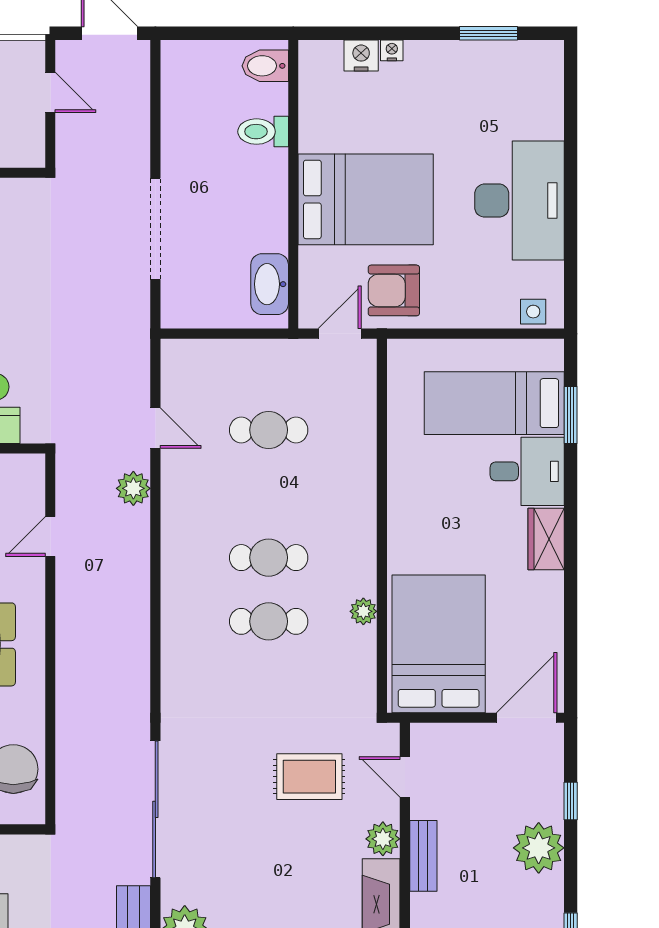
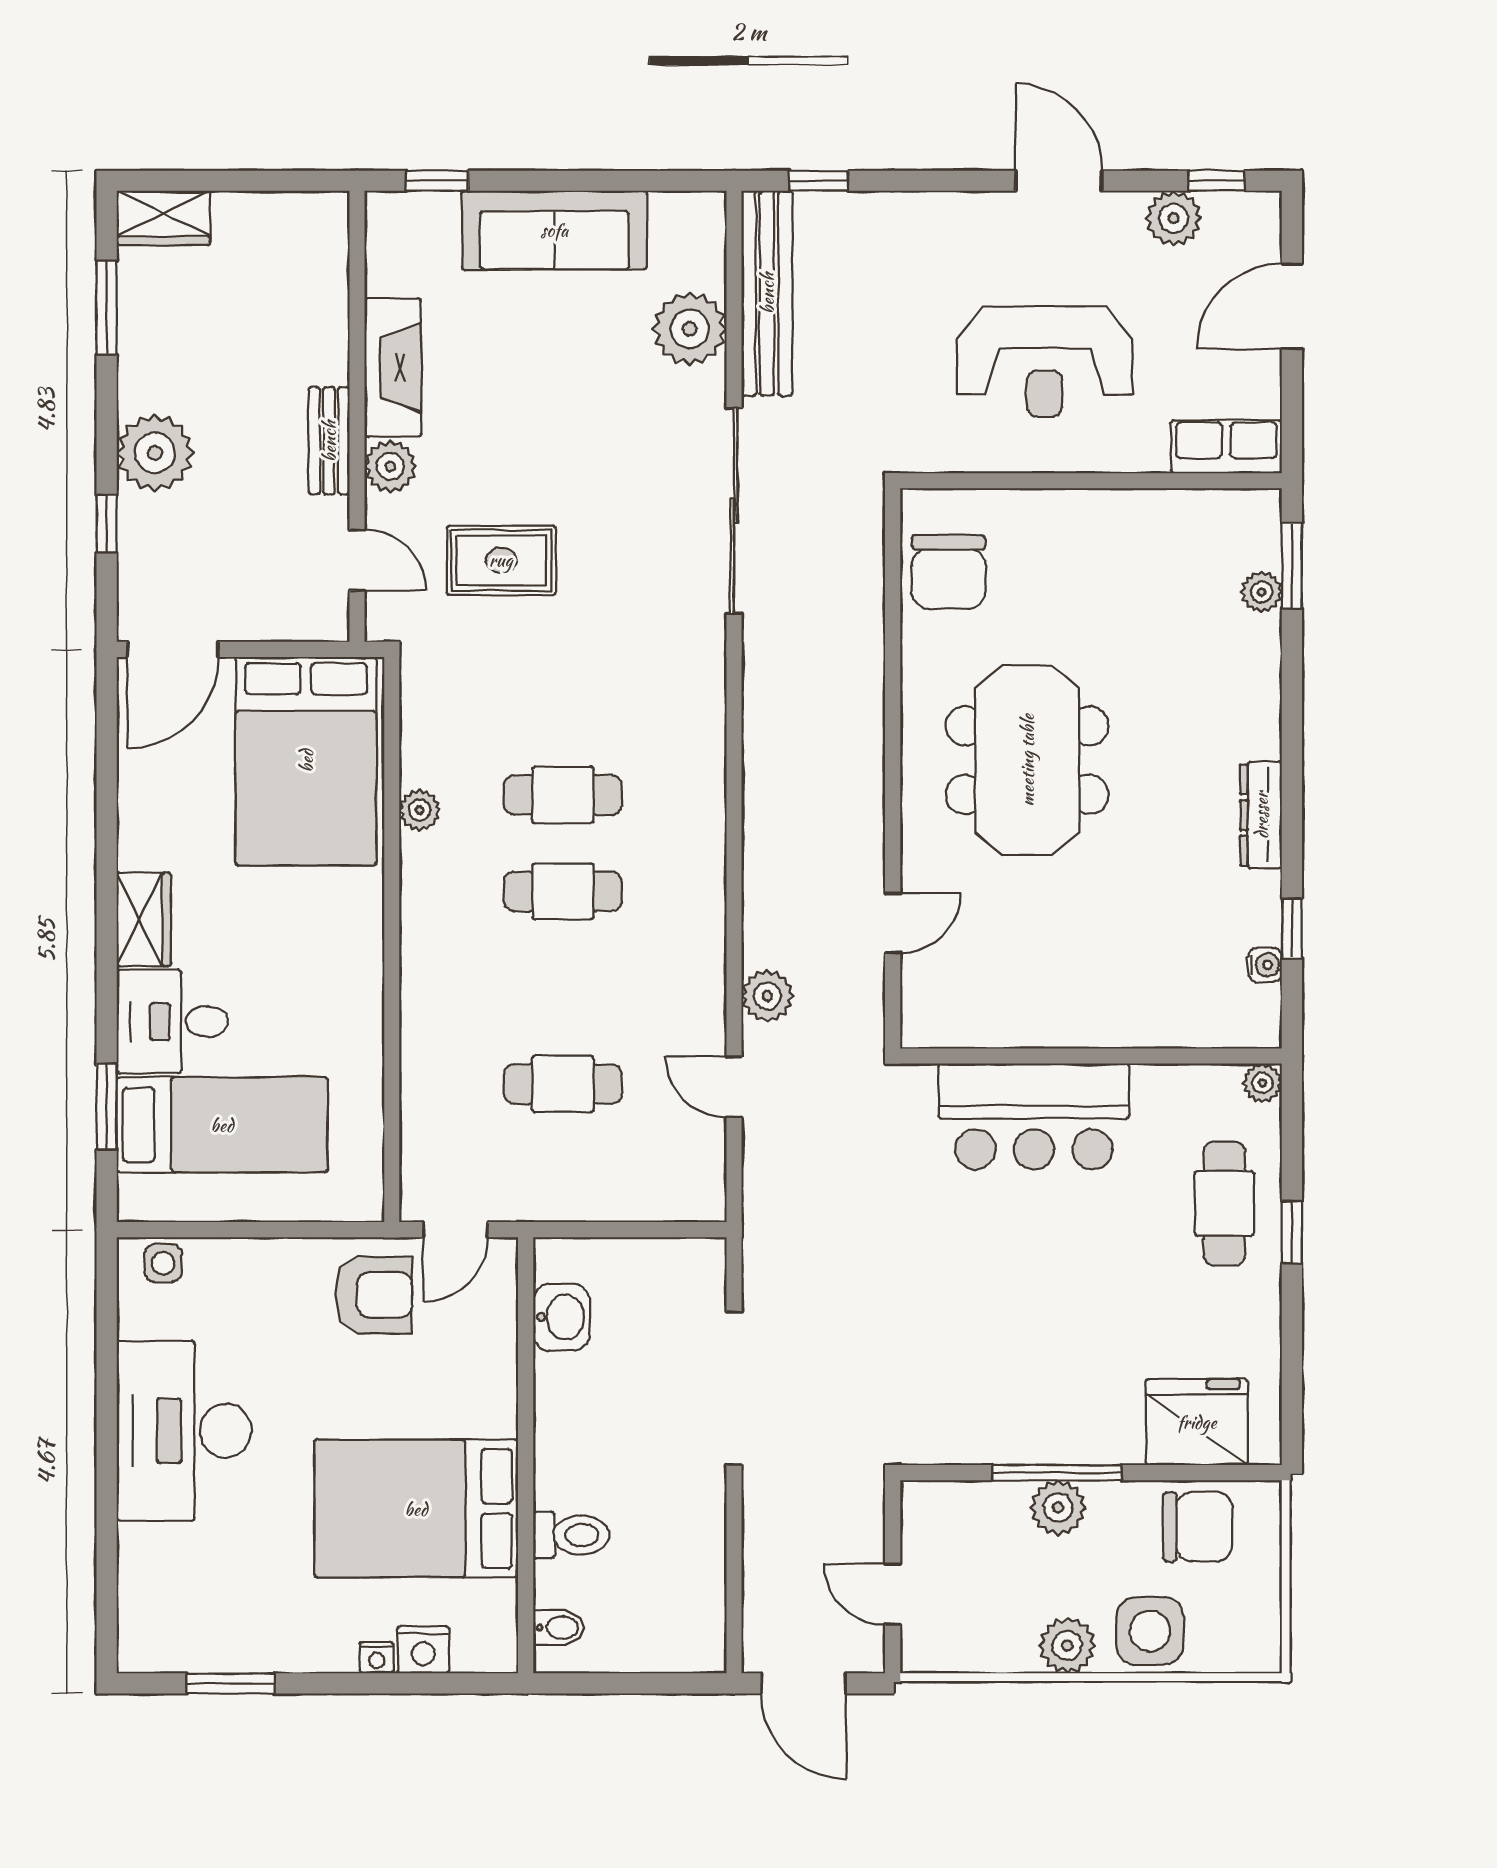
bidet: (265, 66) -> (559, 1628), width x0.72, depth x0.74
bed: (366, 199) -> (416, 1509), moved
washbasin: (270, 284) -> (561, 1317), width x0.72

